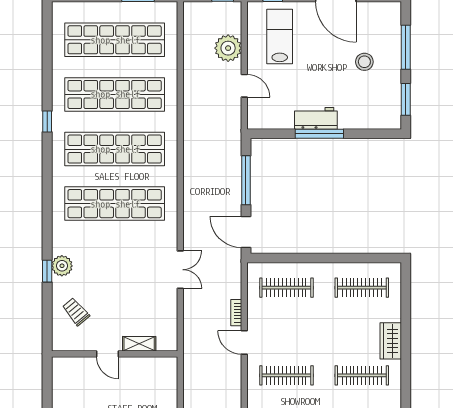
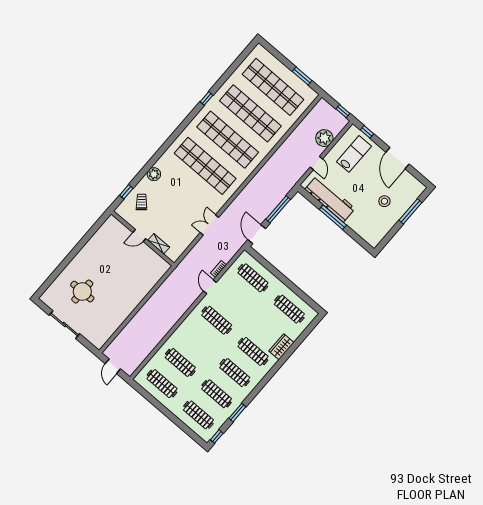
window: (406, 99) -> (389, 237), removed
workbench: (316, 118) -> (330, 199), width x1.88, depth x1.32
double door: (180, 270) -> (209, 225), swing flipped
window: (47, 271) -> (126, 192), moved
door: (107, 354) -> (139, 235), hinge flipped

